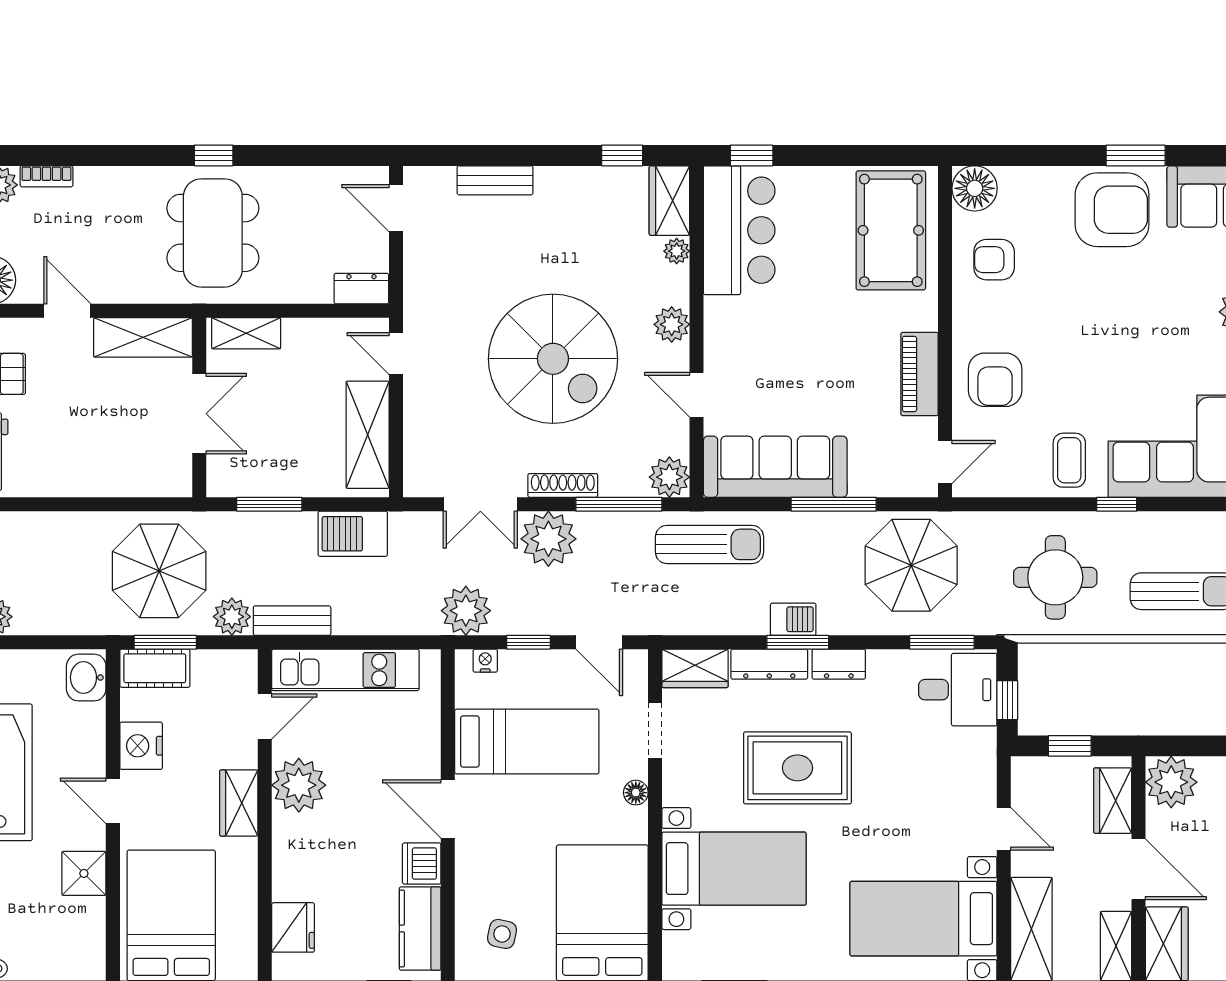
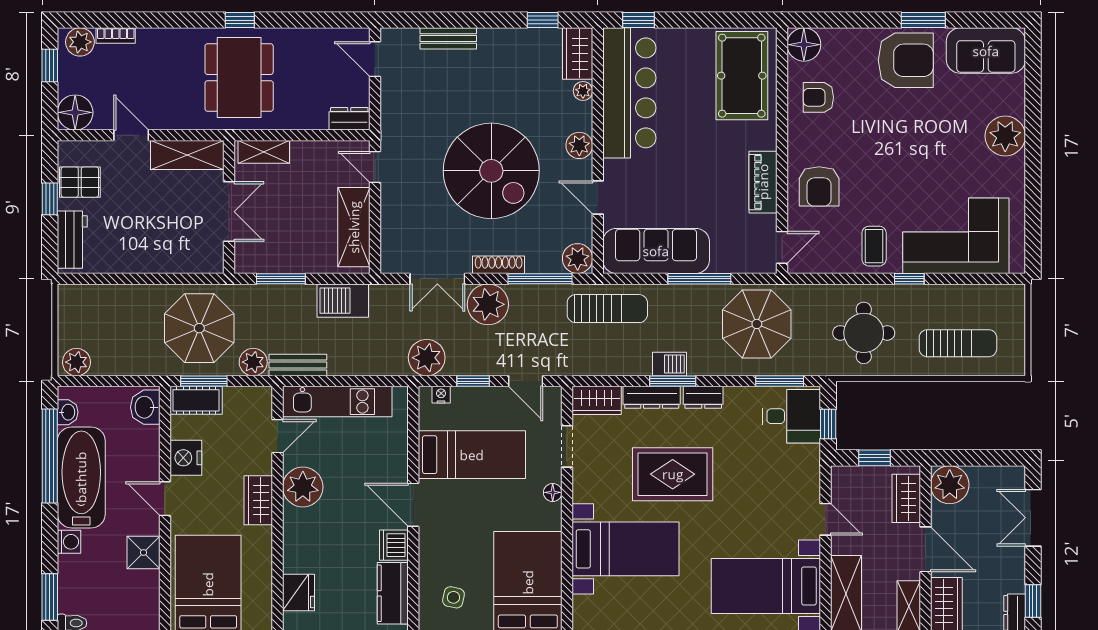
bar counter: (739, 230) -> (629, 93), width x1.36

